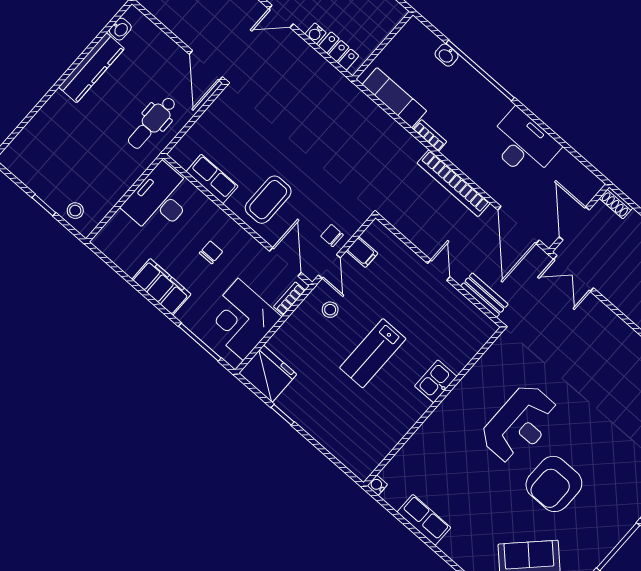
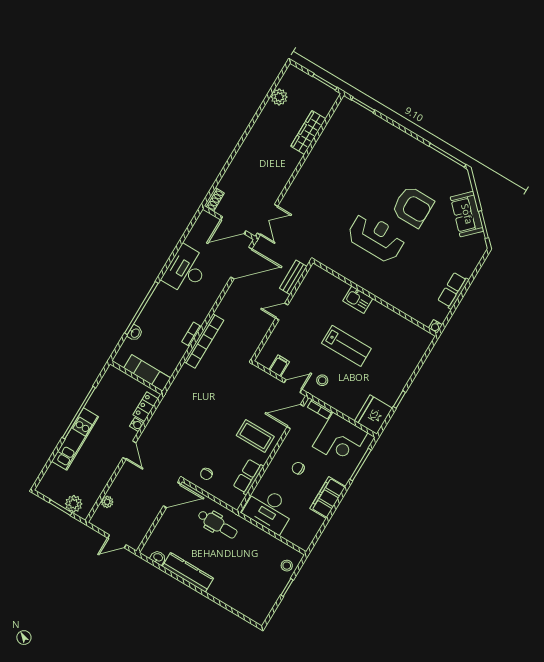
exam couch: (394, 98) -> (147, 373), moved, turned 90
bookcase: (454, 183) -> (204, 341), moved
chair: (332, 236) -> (206, 474), moved

